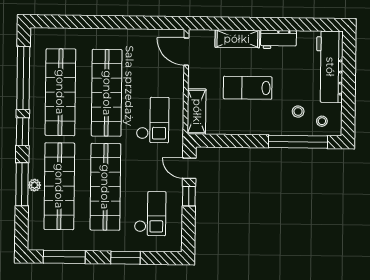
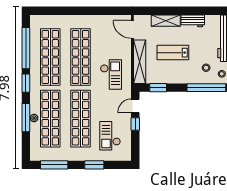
shelving: (197, 112) -> (140, 62), width x1.47
window: (224, 141) -> (158, 88), added
door: (189, 168) -> (135, 106), hinge flipped
checkout: (150, 214) -> (110, 136), turned 180

